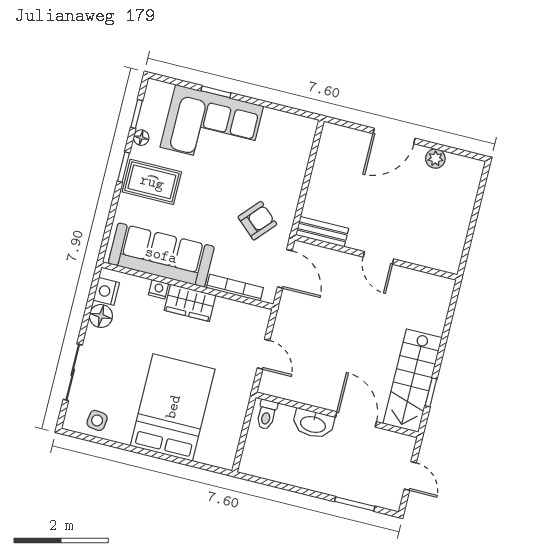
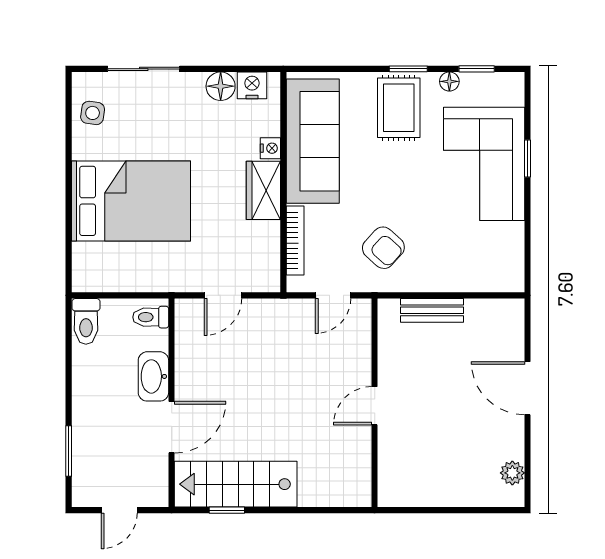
plant: (435, 159) -> (512, 473), moved
bench: (322, 232) -> (432, 310), moved, turned 90
door: (285, 269) -> (333, 295), width x0.73
toilet: (257, 465) -> (86, 321), added

